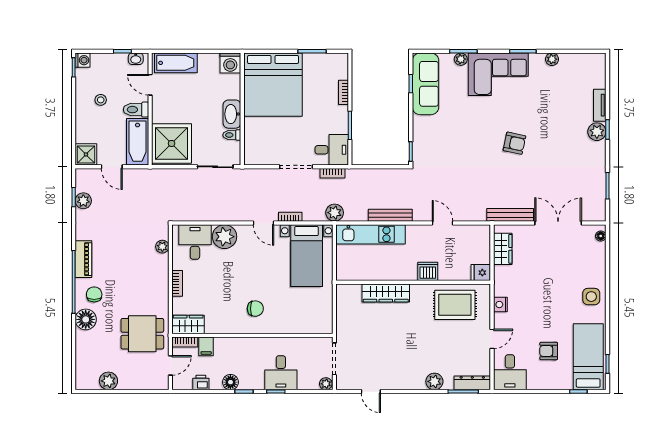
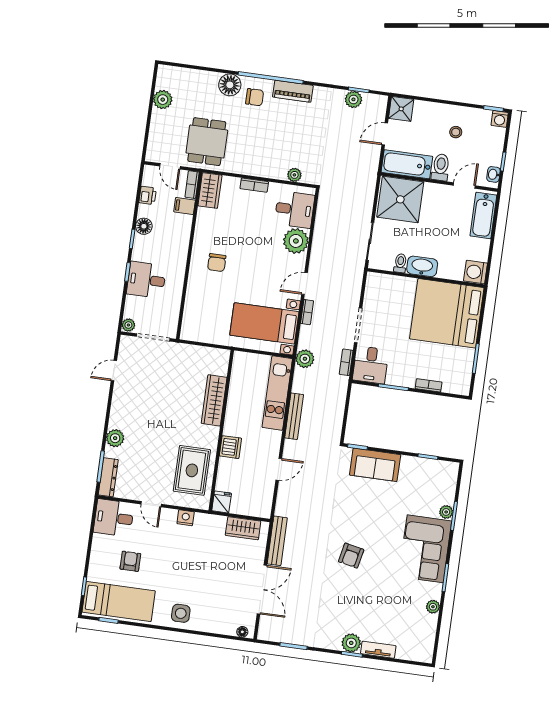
sofa: (426, 84) -> (375, 465), moved, width x0.73

